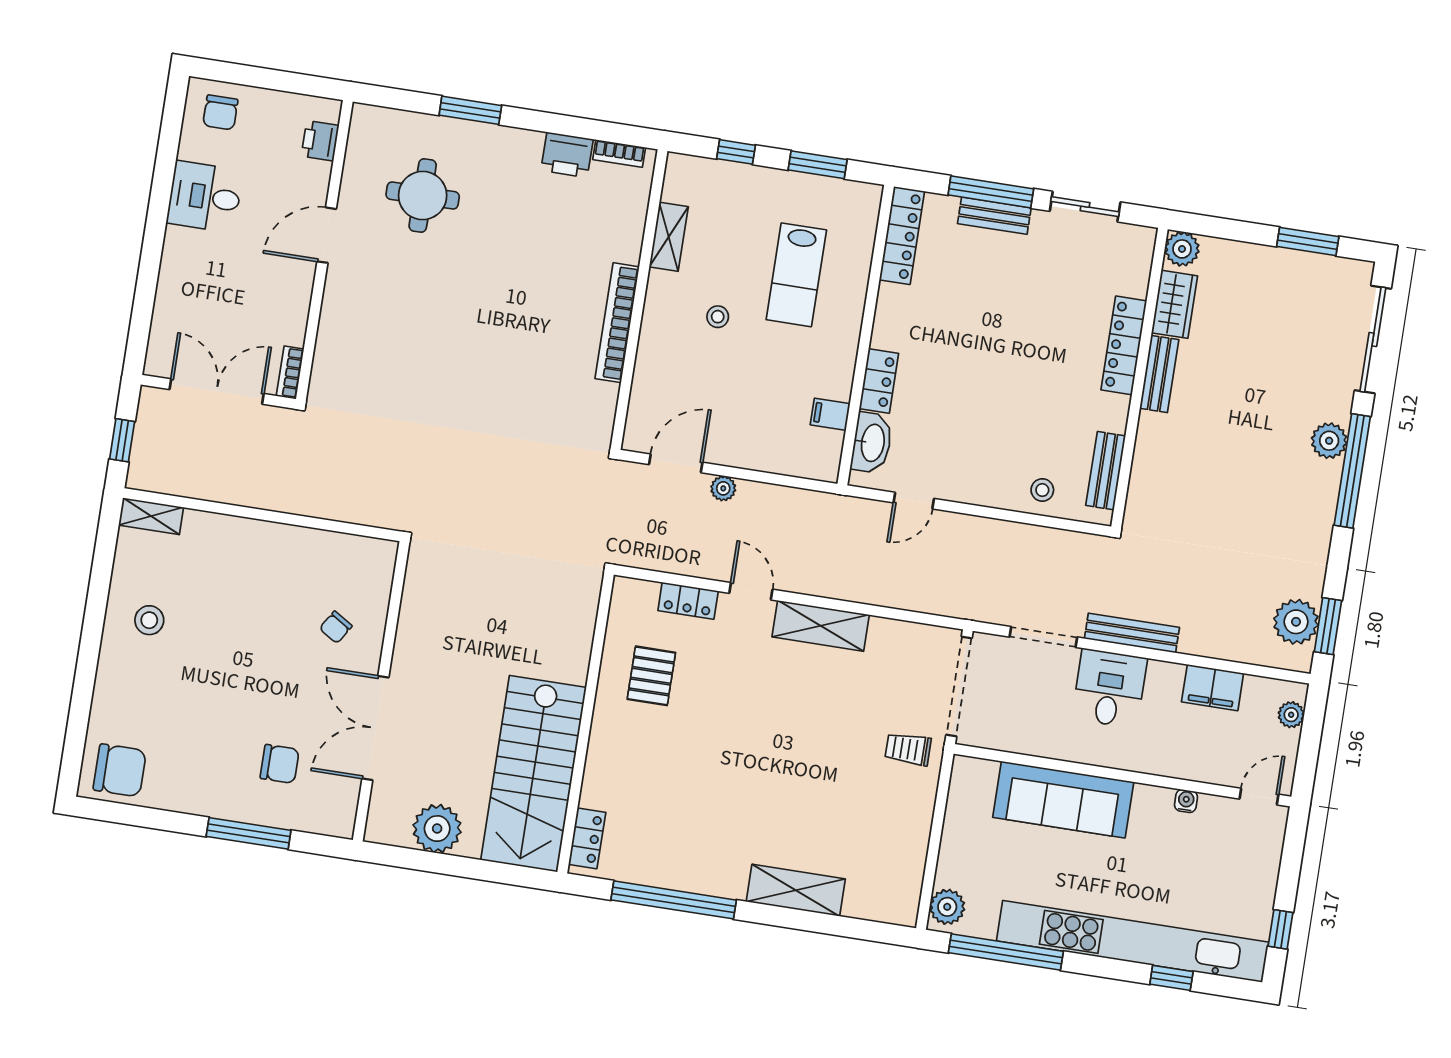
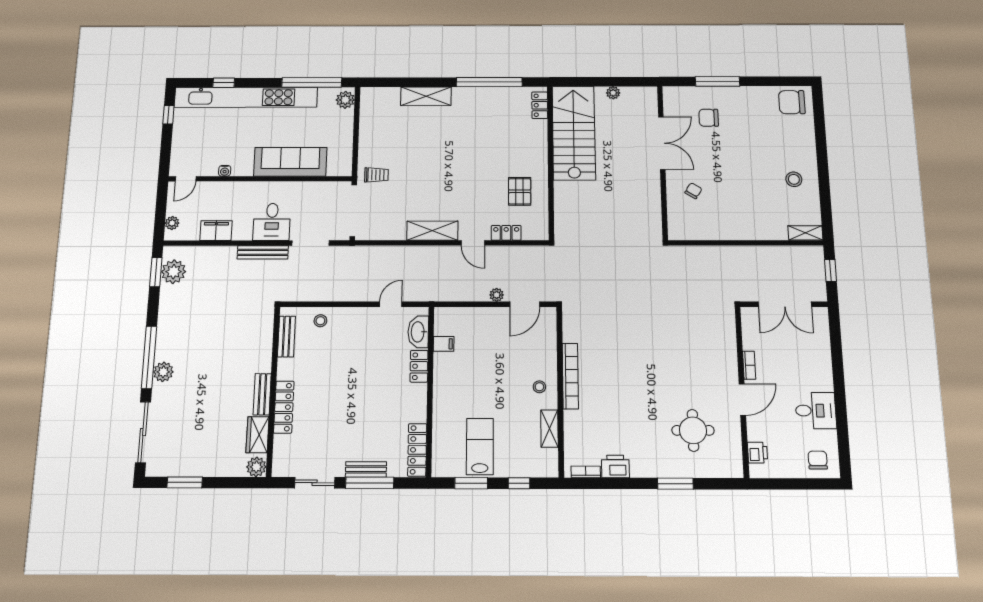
lab bench: (796, 275) -> (480, 446), moved
stool: (718, 317) -> (539, 387), moved
bookcase: (290, 372) -> (749, 365), moved
plant: (437, 829) -> (613, 93), width x0.53, depth x0.53

